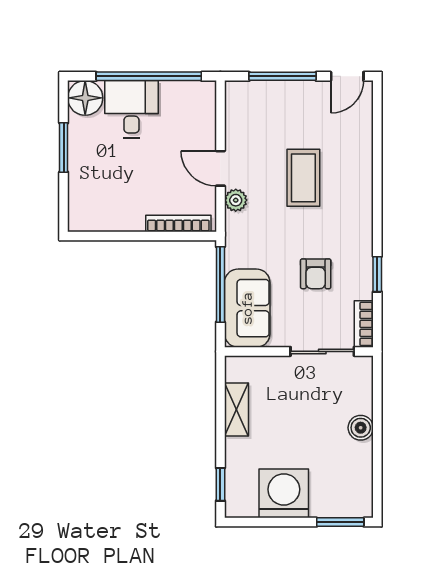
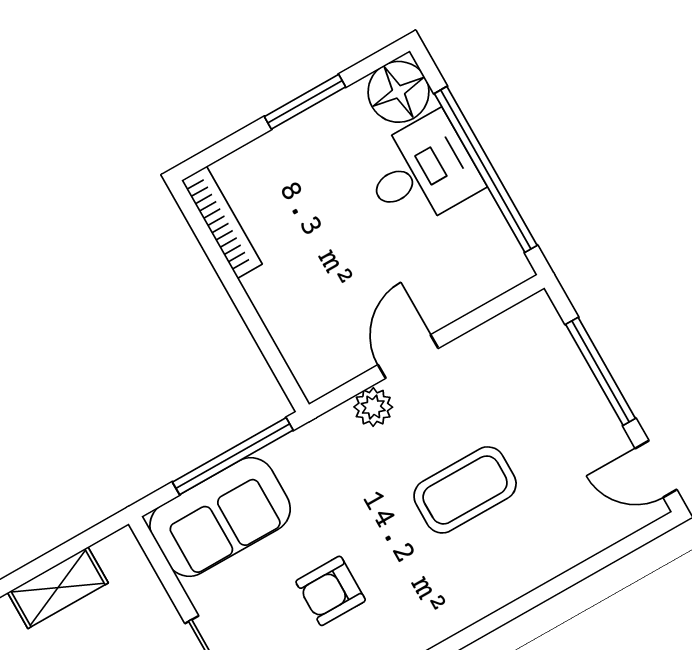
bookcase: (178, 223) -> (222, 222), moved

